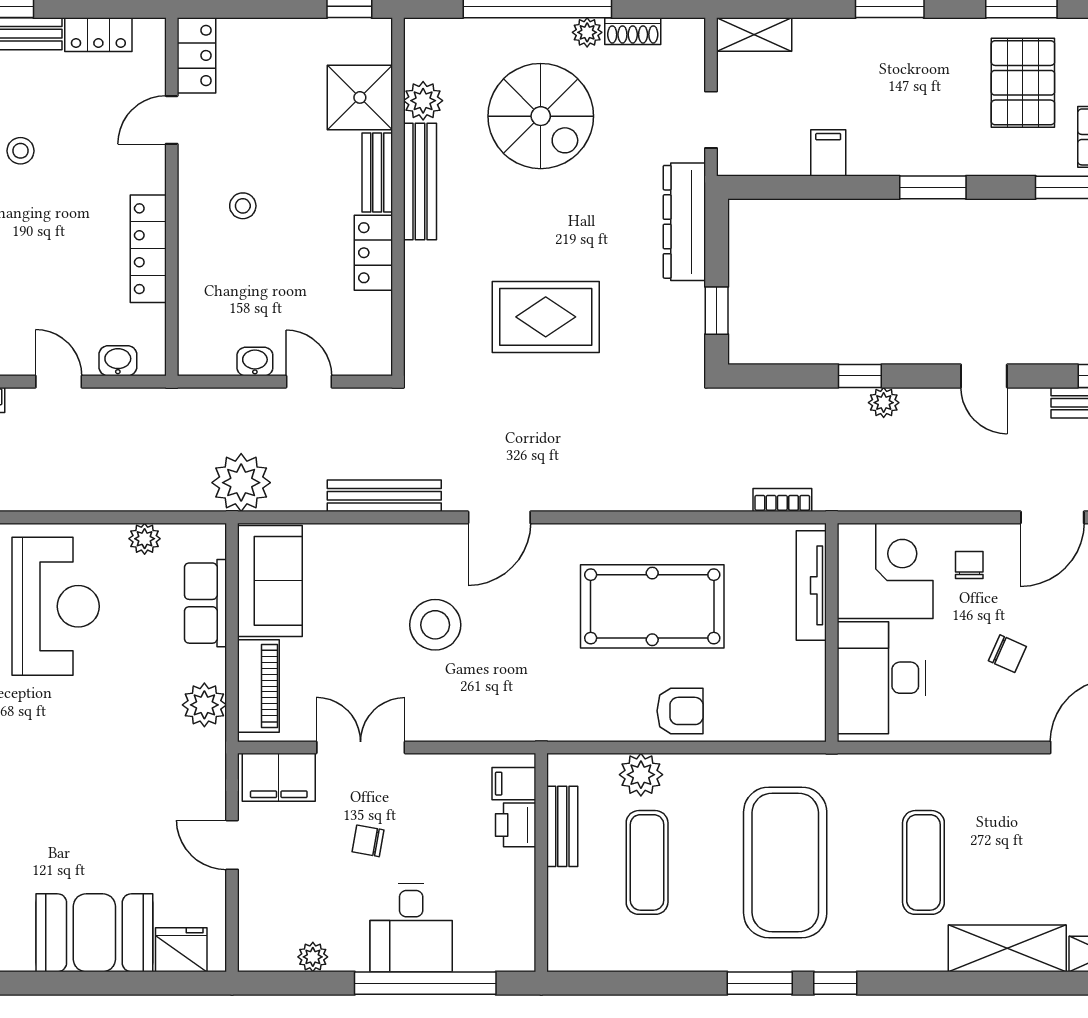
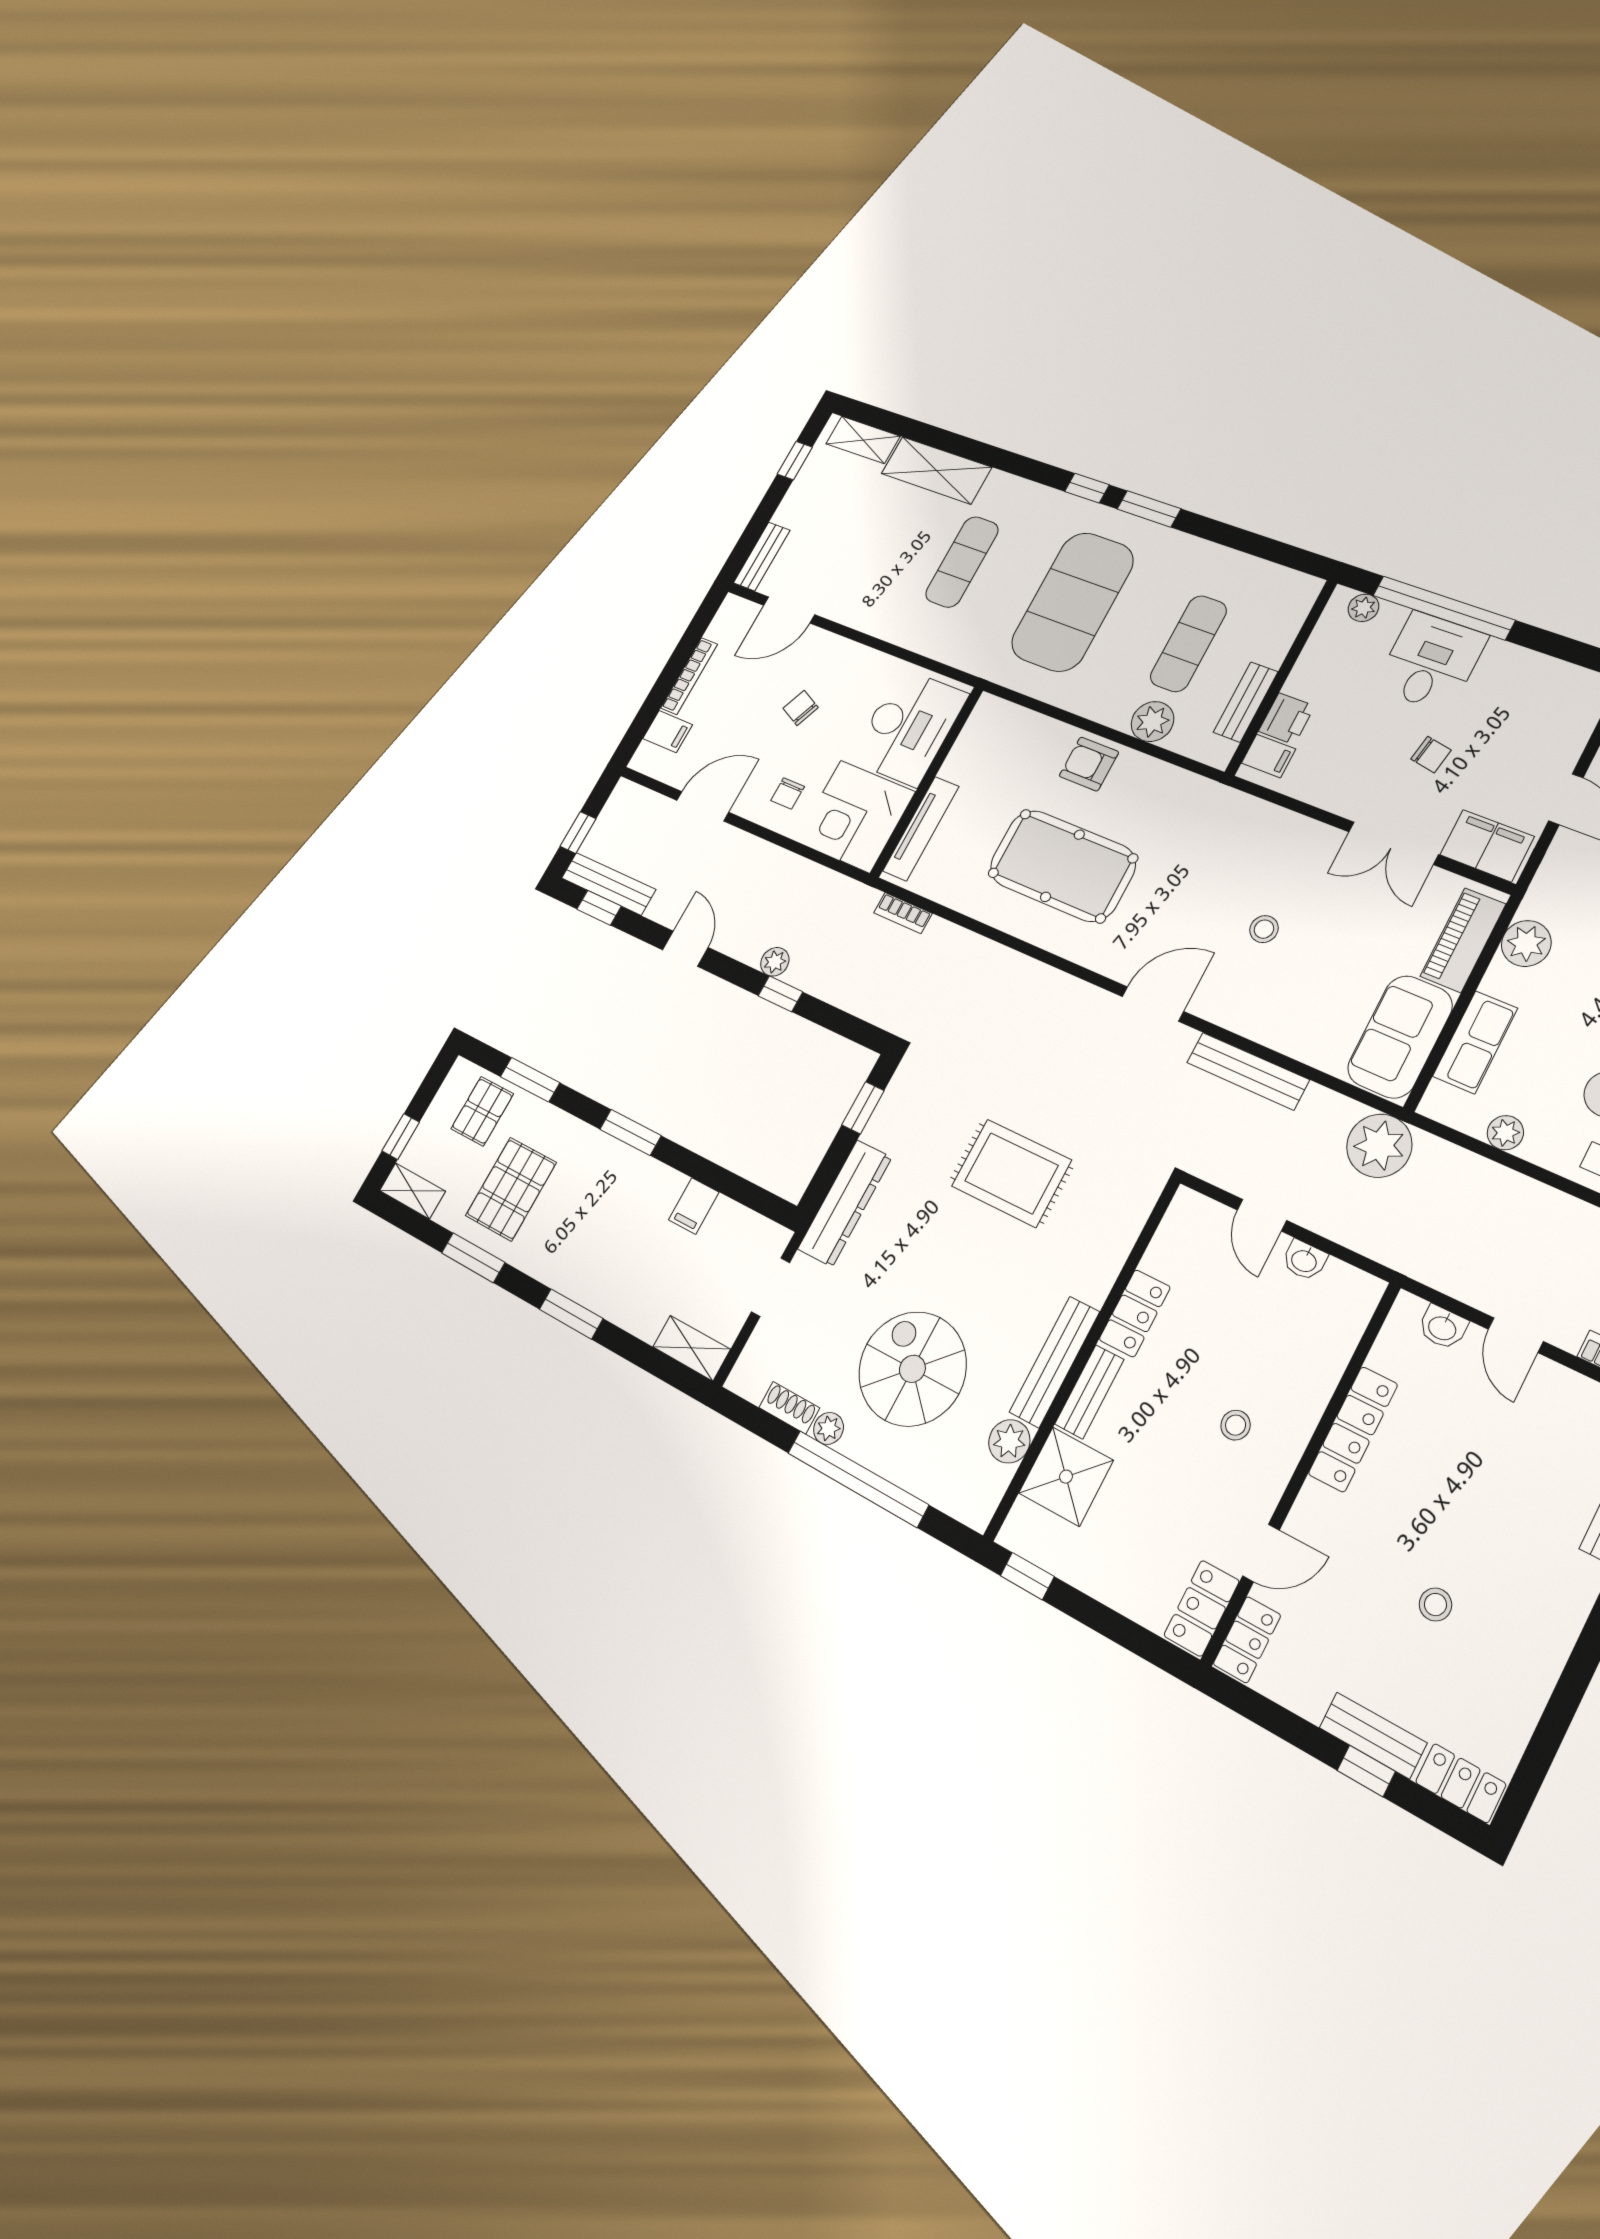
locker: (98, 35) -> (1247, 1640), moved, turned 90
stool: (435, 625) -> (1264, 929), width x0.53, depth x0.53
plant: (313, 957) -> (1363, 608), moved

